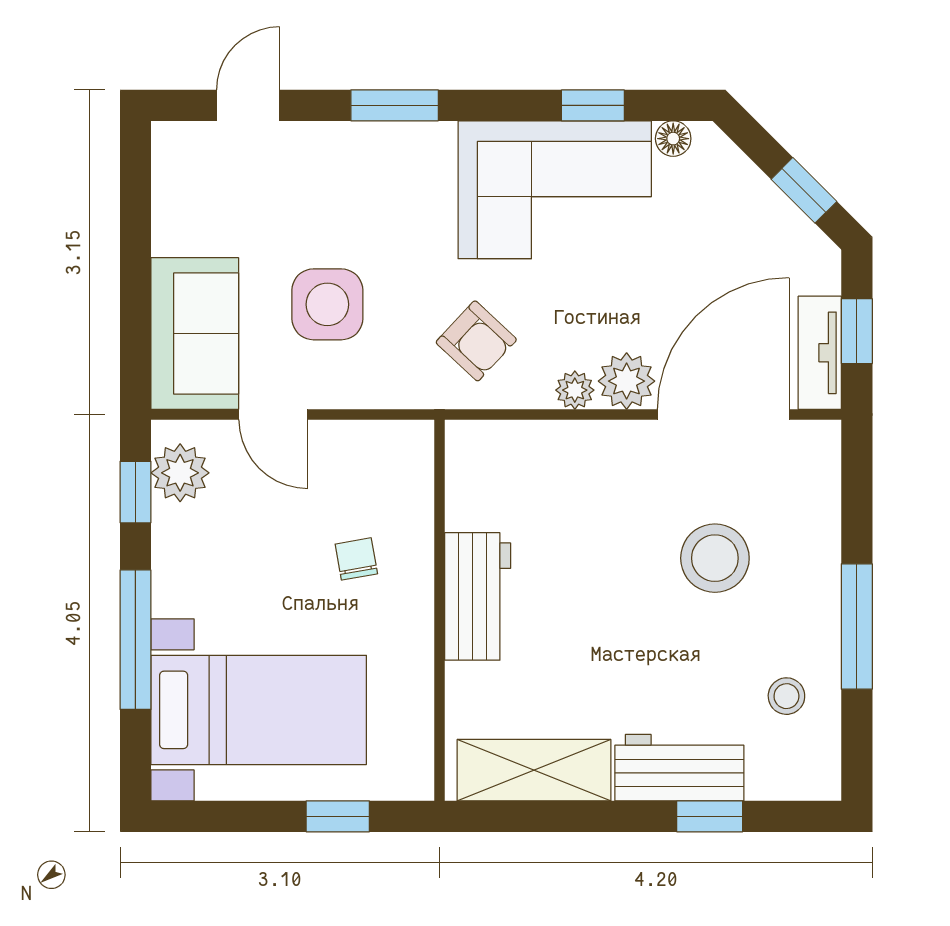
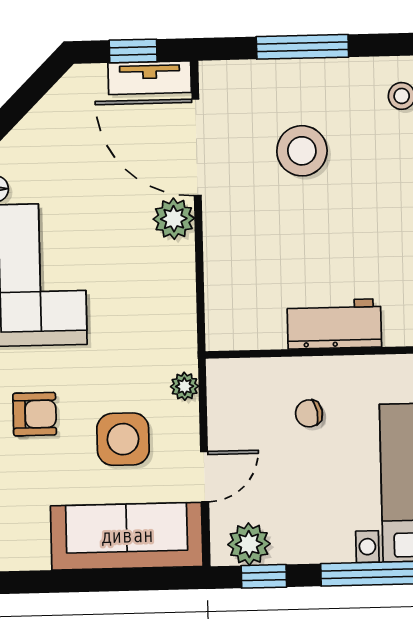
window: (804, 190) -> (31, 92), removed
sofa: (195, 334) -> (127, 536), width x1.36
armchair: (476, 341) -> (35, 414), moved, turned 47
plant: (575, 390) -> (185, 386), moved
window: (857, 627) -> (302, 47), moved

